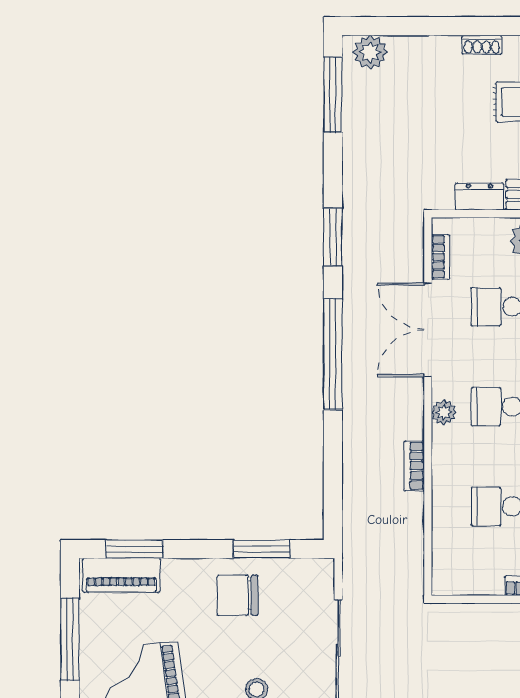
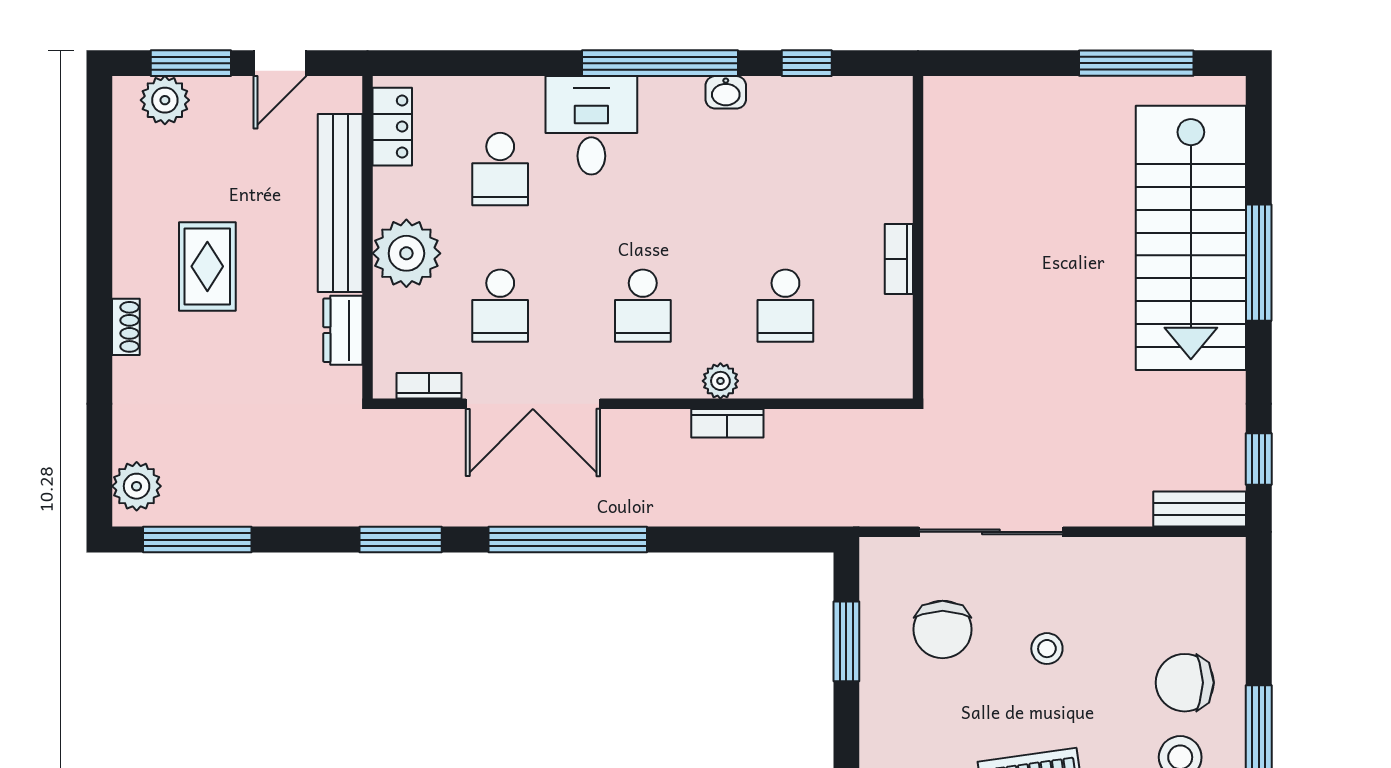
plant: (444, 412) -> (720, 381), moved
chair: (238, 595) -> (943, 629), moved

